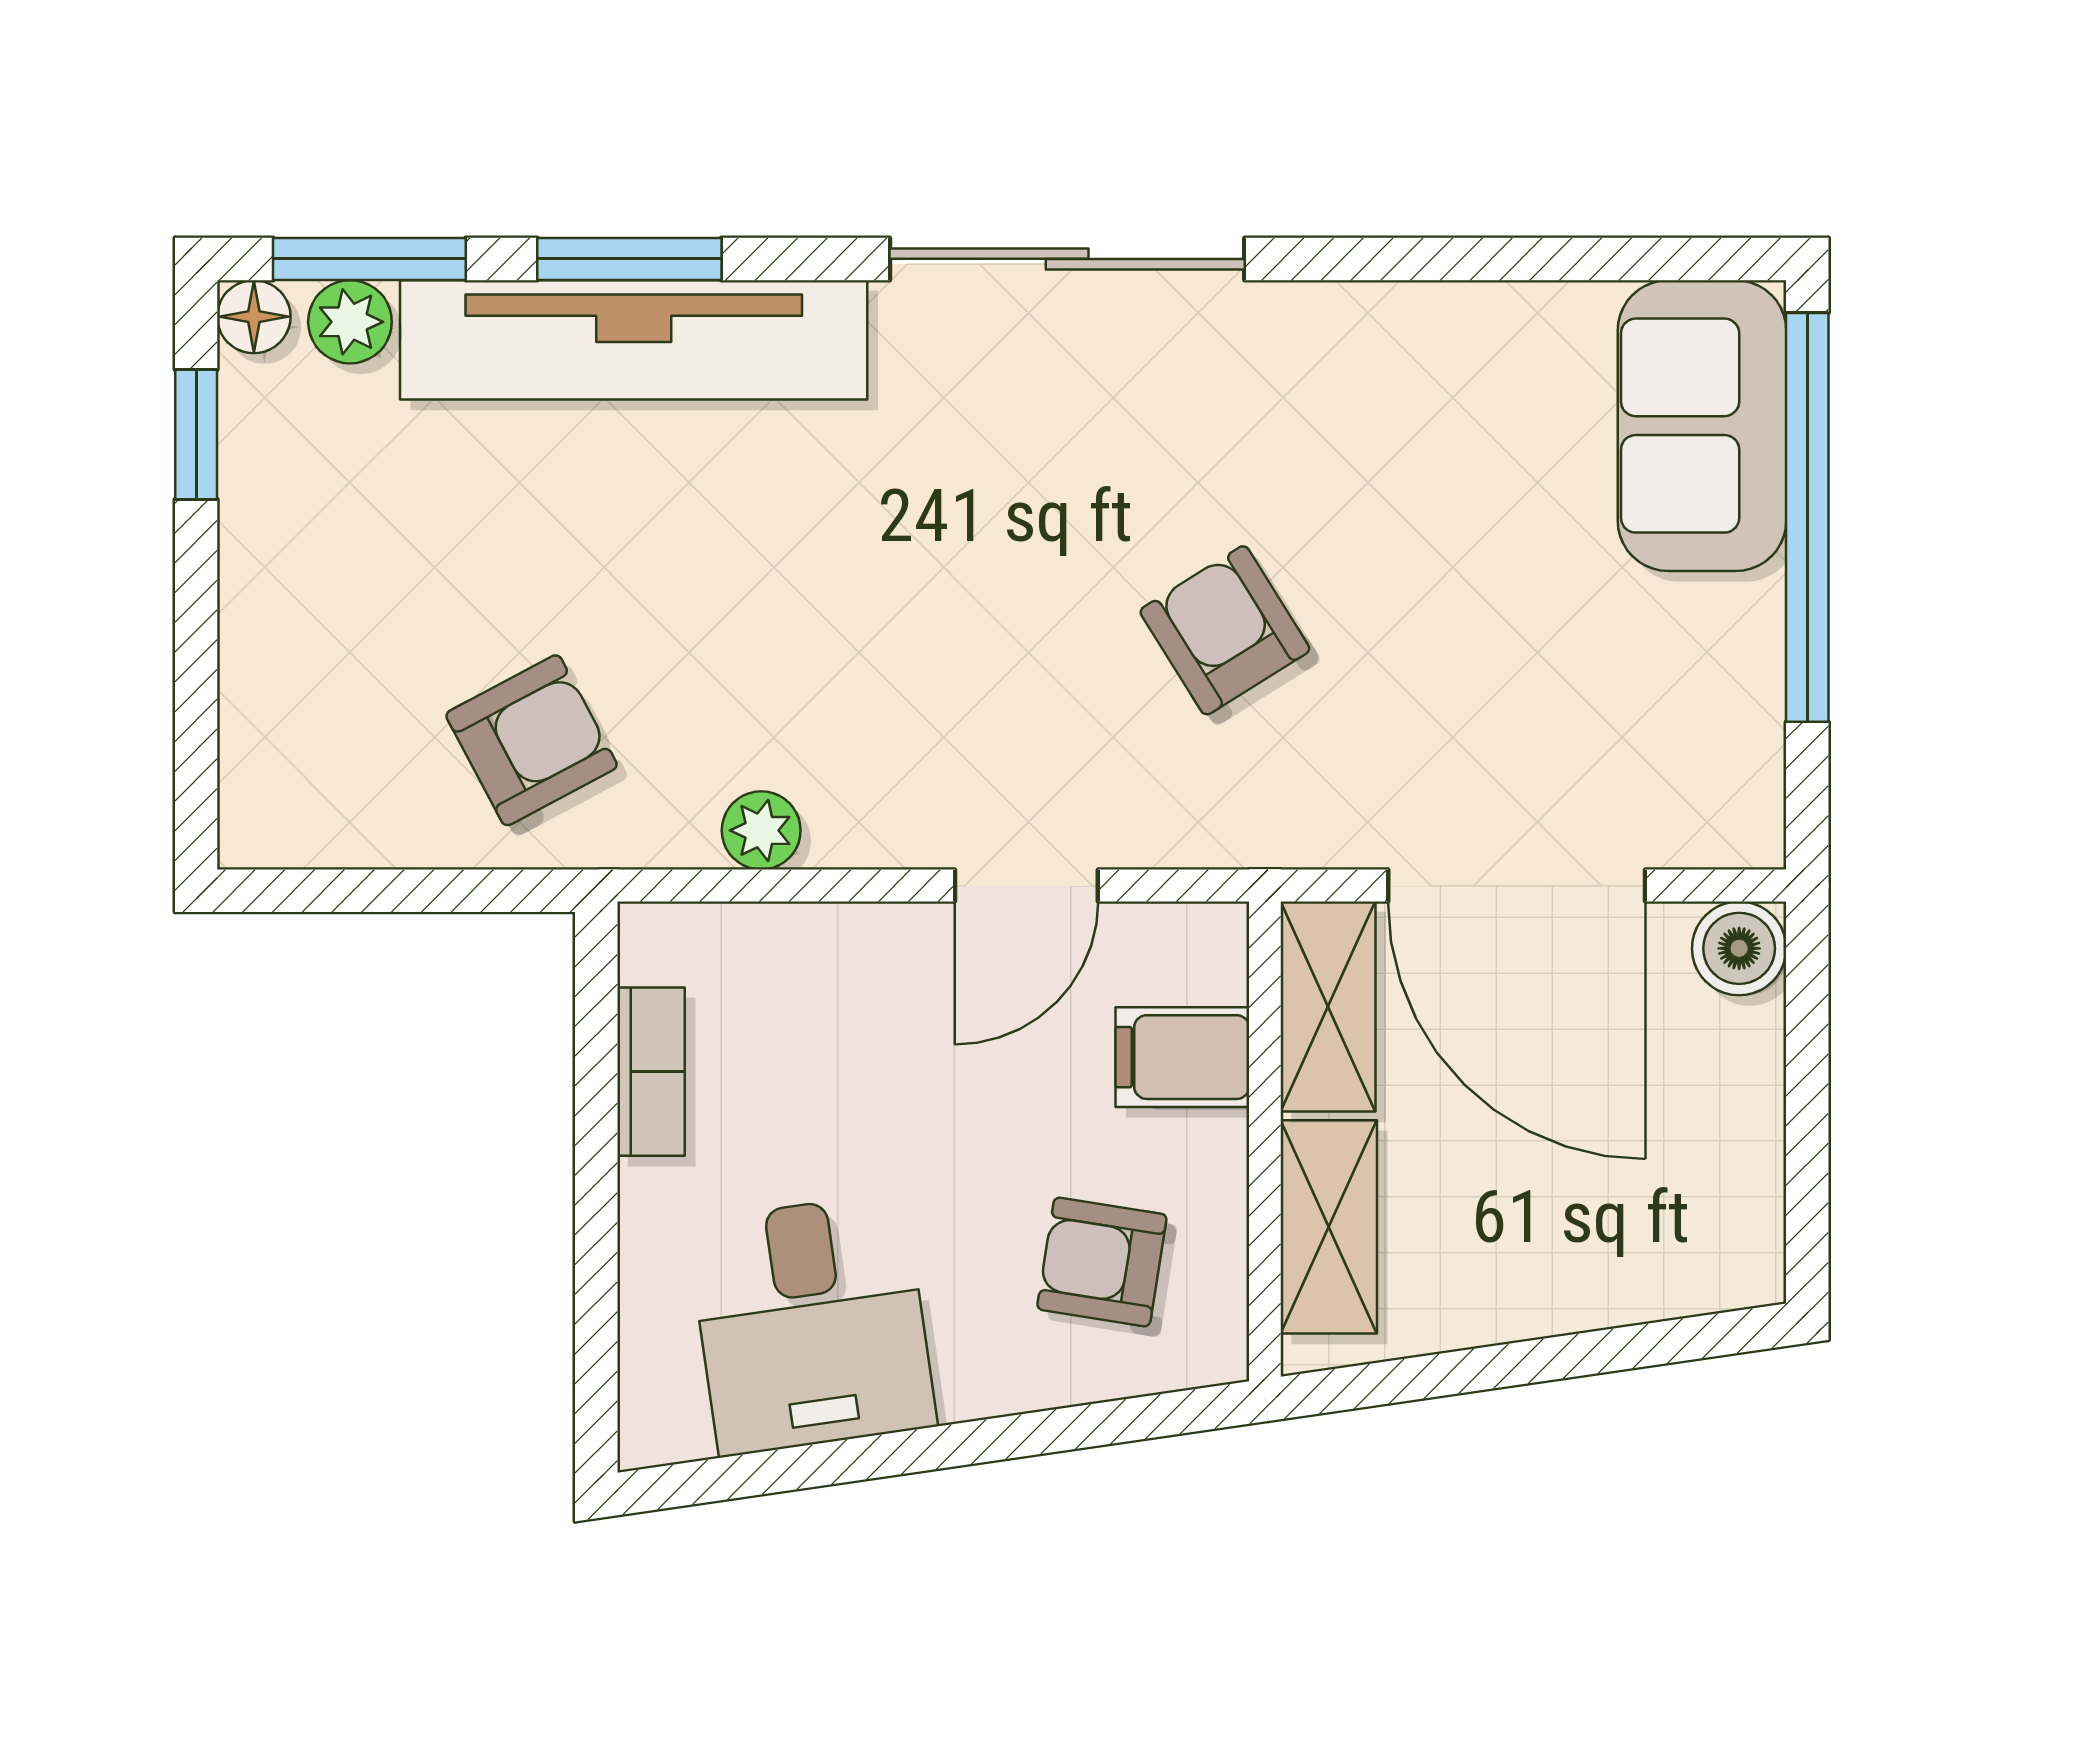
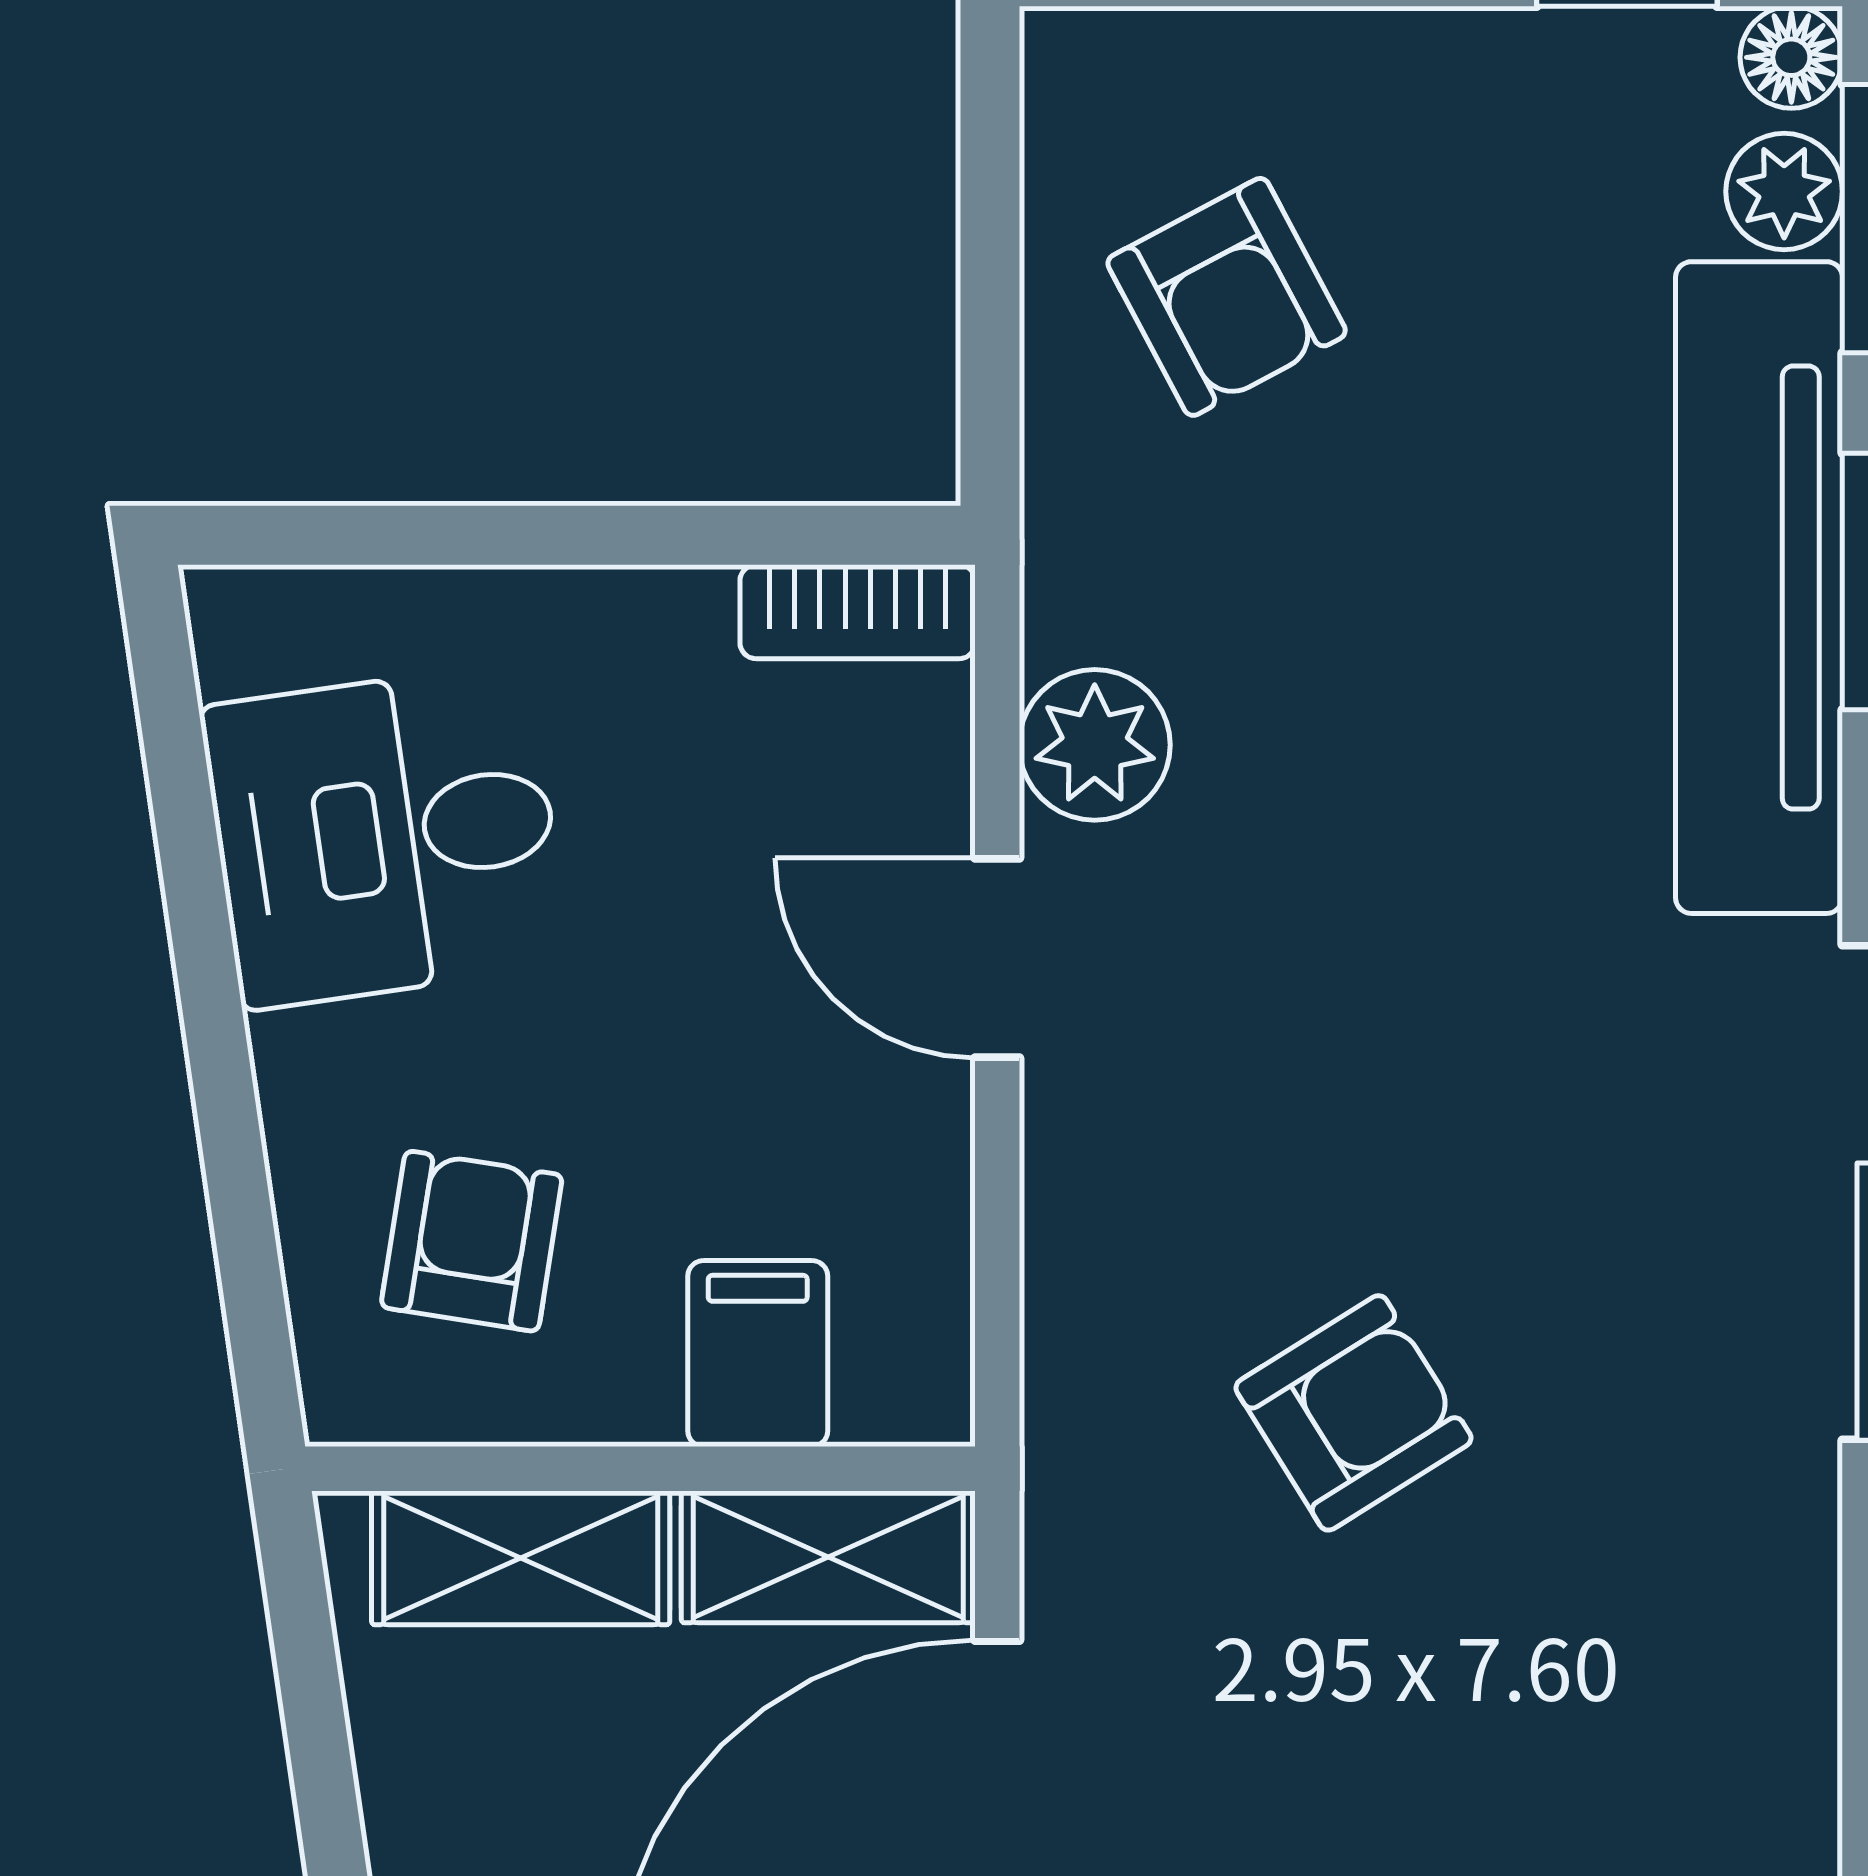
armchair: (532, 740) -> (1227, 297), moved
plant: (761, 830) -> (1095, 745), width x1.38, depth x1.38
door: (1026, 886) -> (997, 958), moved
bookcase: (651, 1072) -> (858, 612), moved

